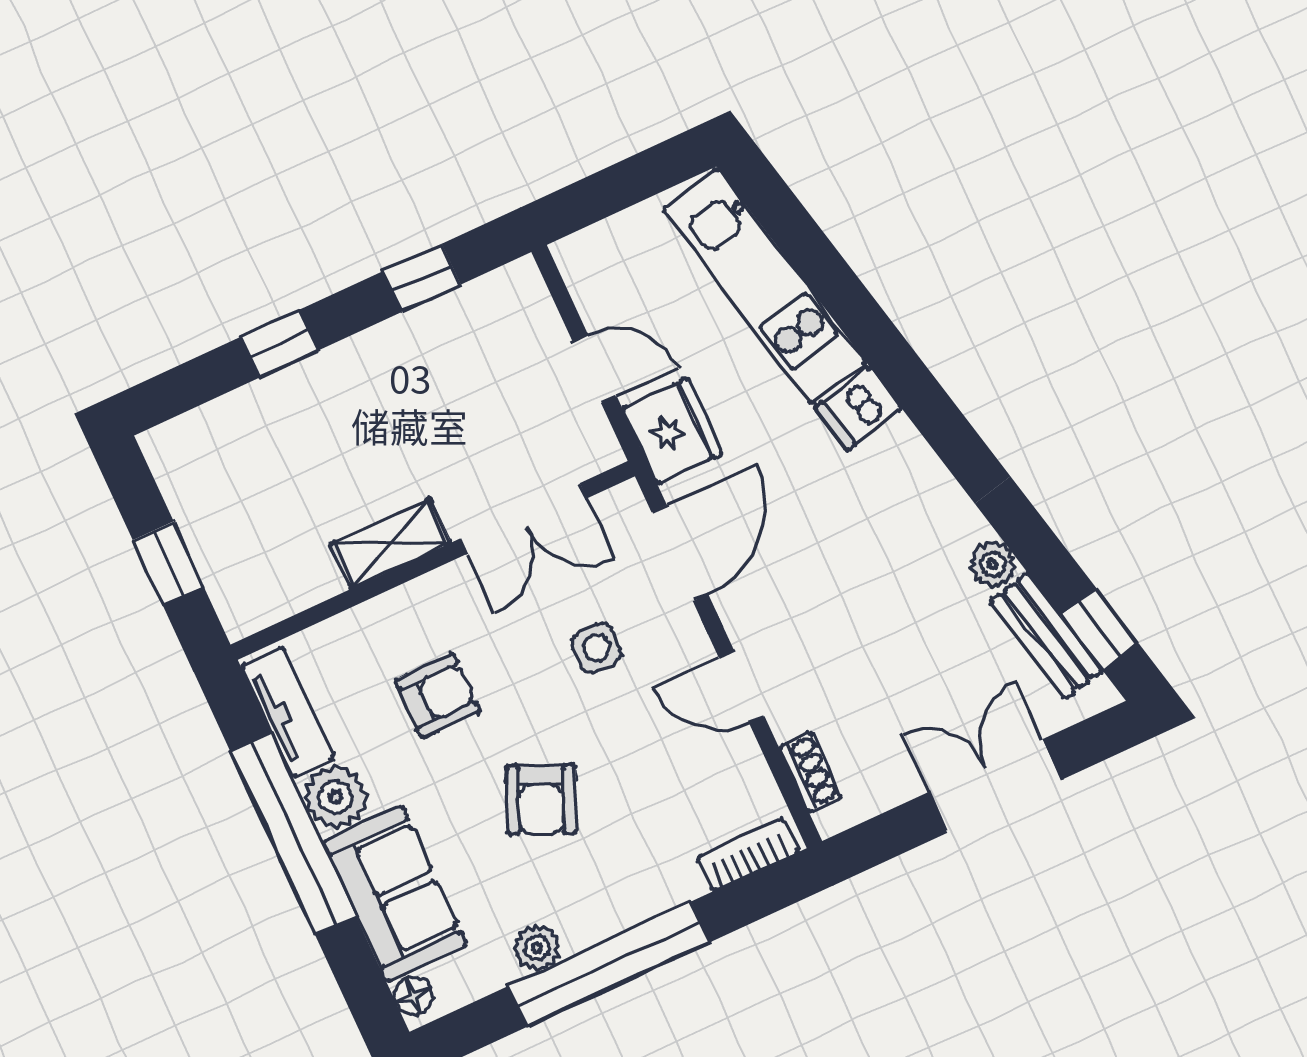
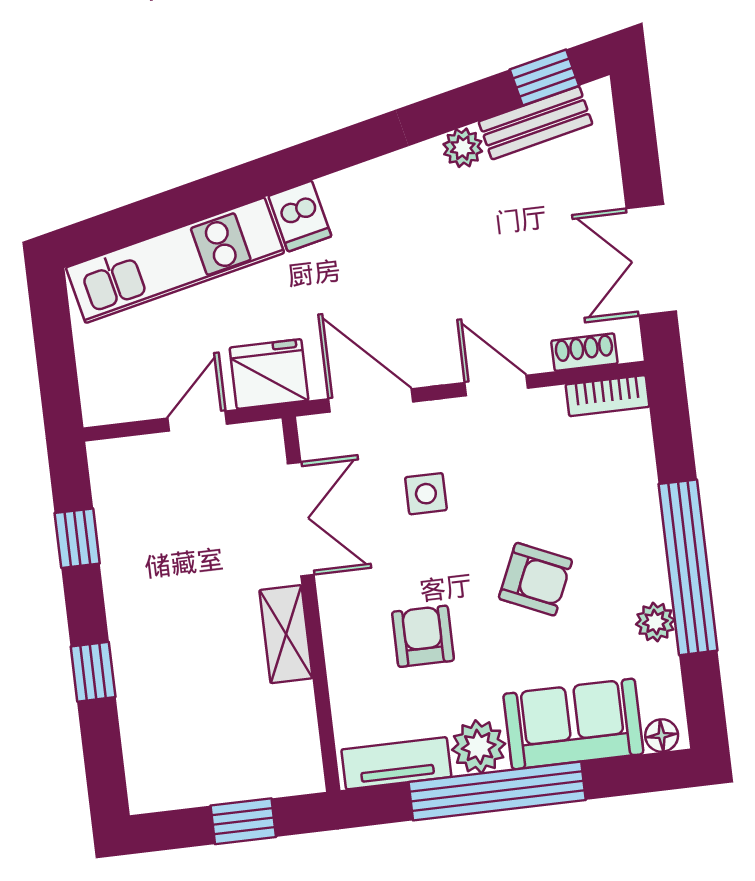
door: (742, 687) -> (496, 385), swing flipped
double door: (995, 786) -> (651, 260), moved
bookcase: (748, 855) -> (607, 396), moved, turned -90

